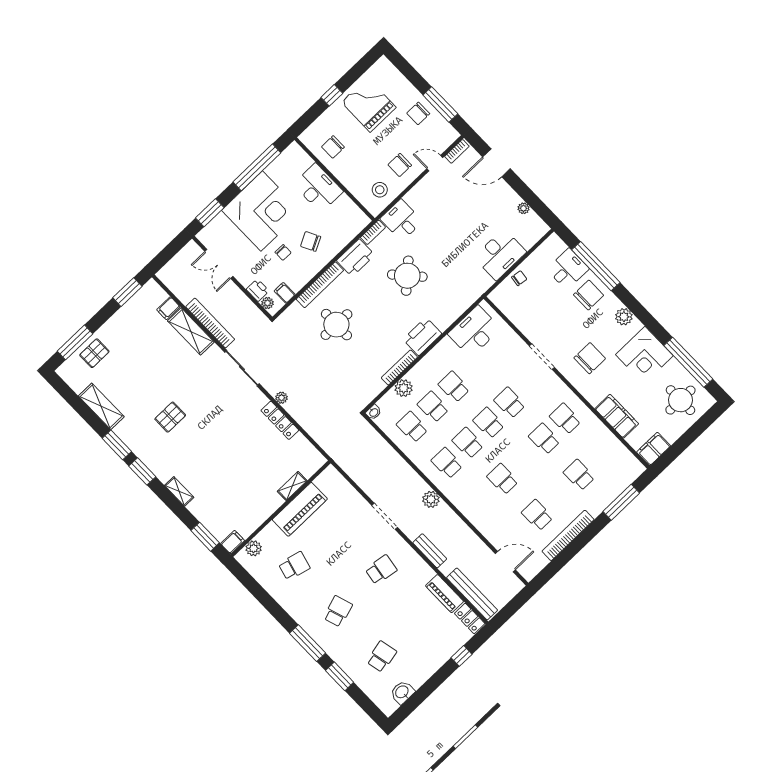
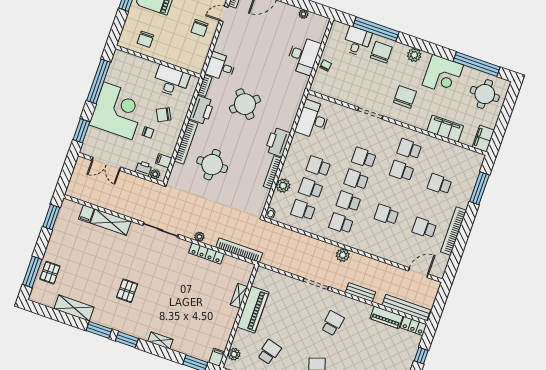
desk: (318, 188) -> (171, 81), moved
stool: (380, 190) -> (194, 53), removed
bookcase: (210, 323) -> (239, 250), moved

